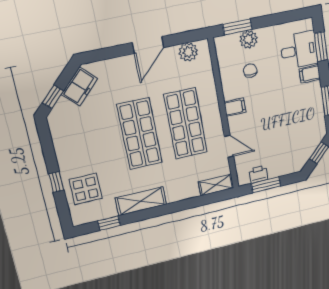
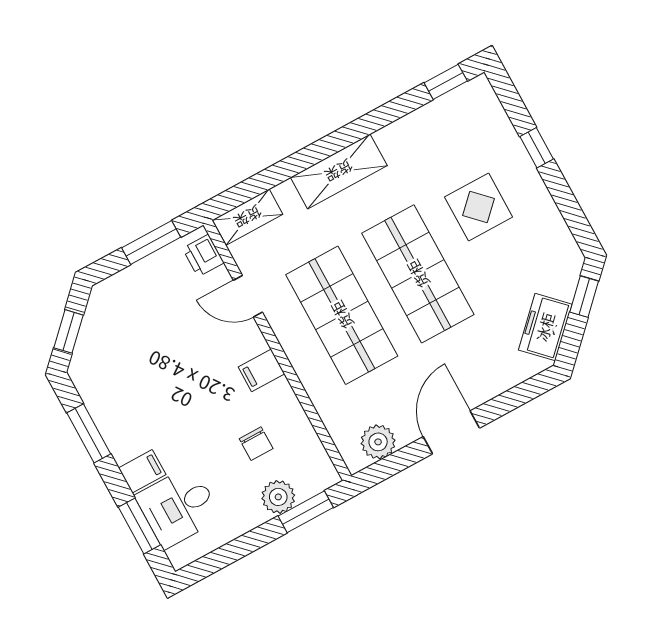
printer: (258, 174) -> (203, 256), moved, turned 90
display table: (86, 189) -> (479, 207), moved
shelving: (141, 201) -> (339, 171), moved
window: (109, 223) -> (446, 82), moved

